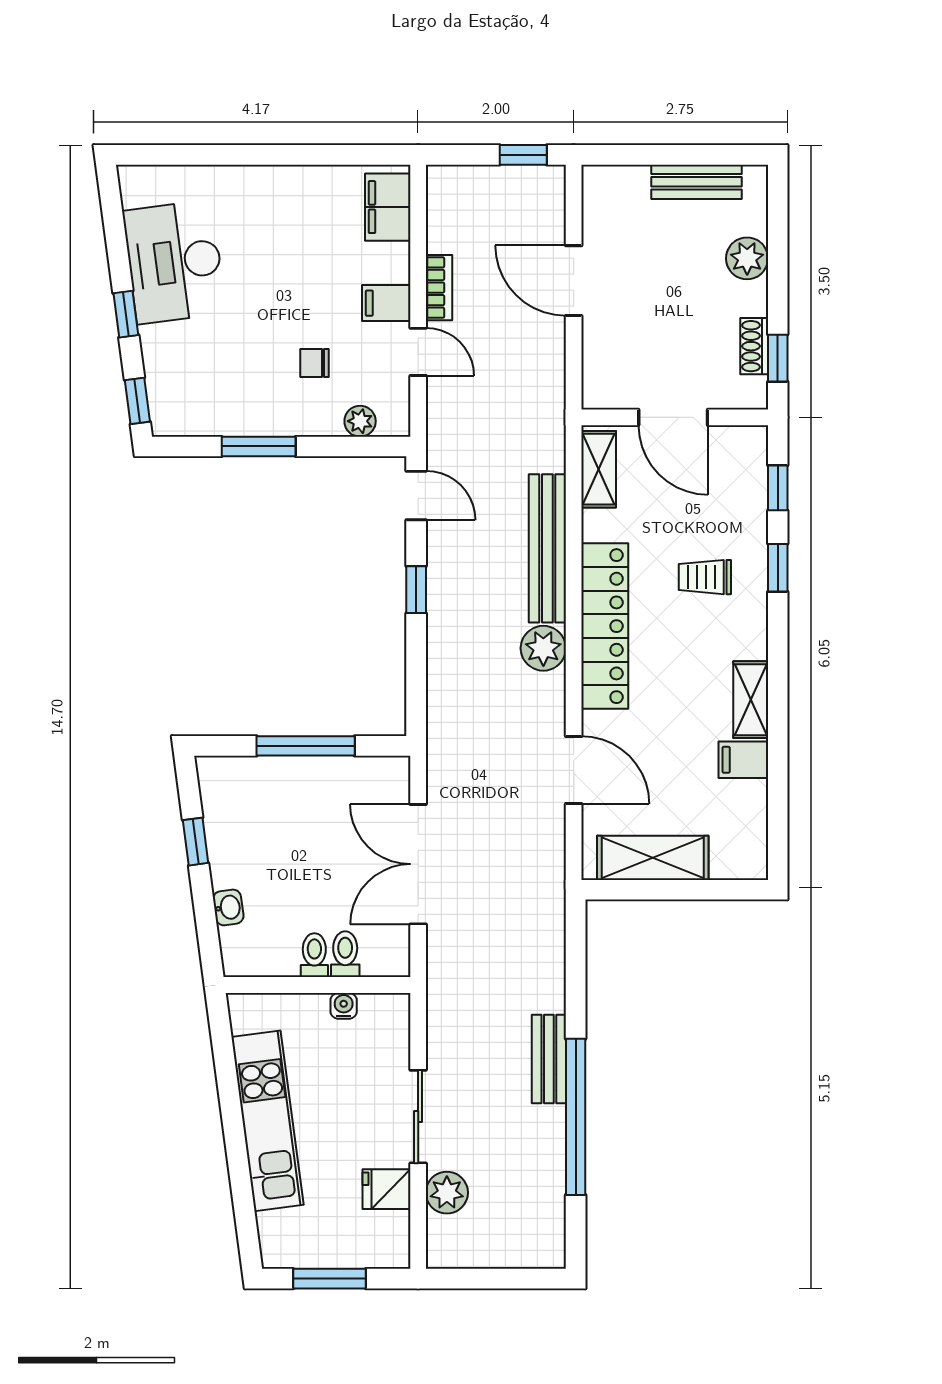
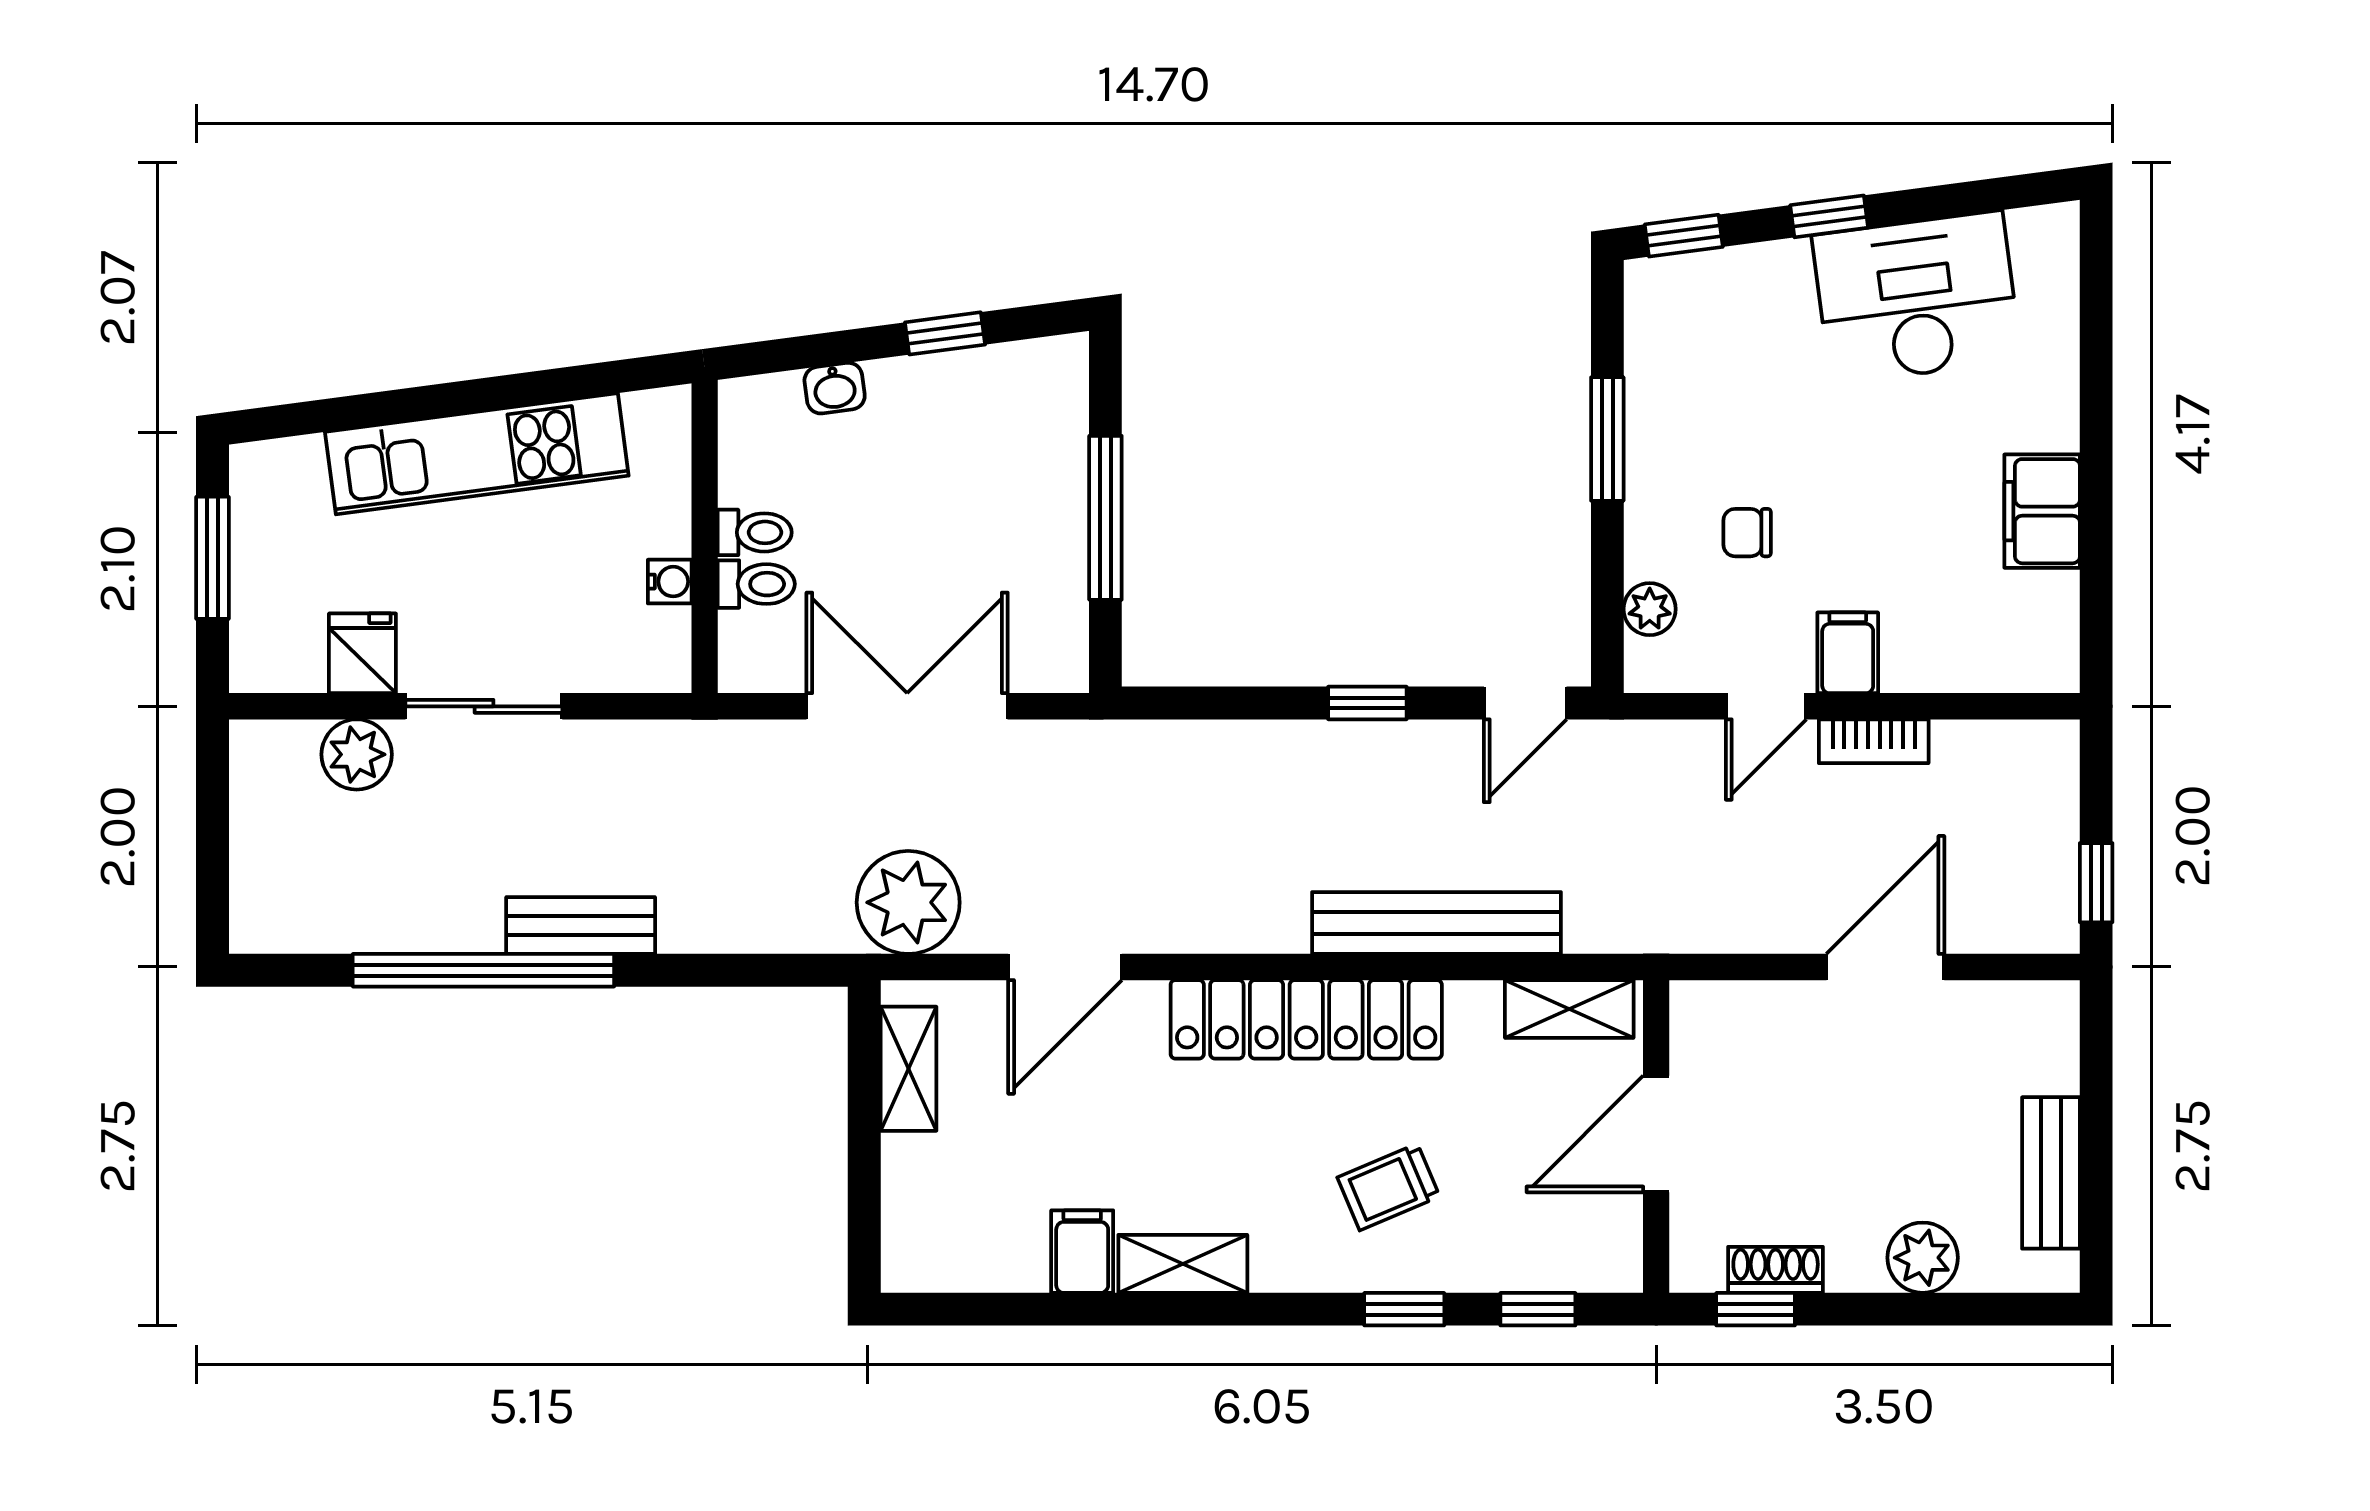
filing cabinet: (388, 207) -> (2042, 511), moved, turned -90
chair: (314, 363) -> (1747, 533), turned -90
trolley: (705, 577) -> (1388, 1187), turned -113
plant: (543, 648) -> (908, 902), moved, width x1.36, depth x1.36
shelving: (653, 858) -> (908, 1069), width x0.67, depth x0.75

